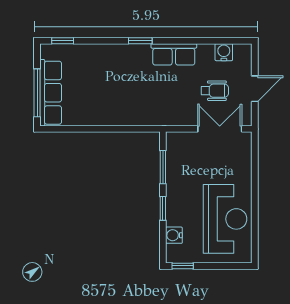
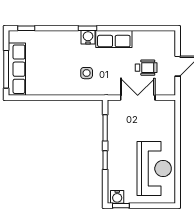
water cooler: (224, 52) -> (88, 37), moved
side table: (139, 98) -> (87, 73), added
double door: (220, 129) -> (138, 98), moved
water cooler: (174, 235) -> (117, 197), moved, turned -90

